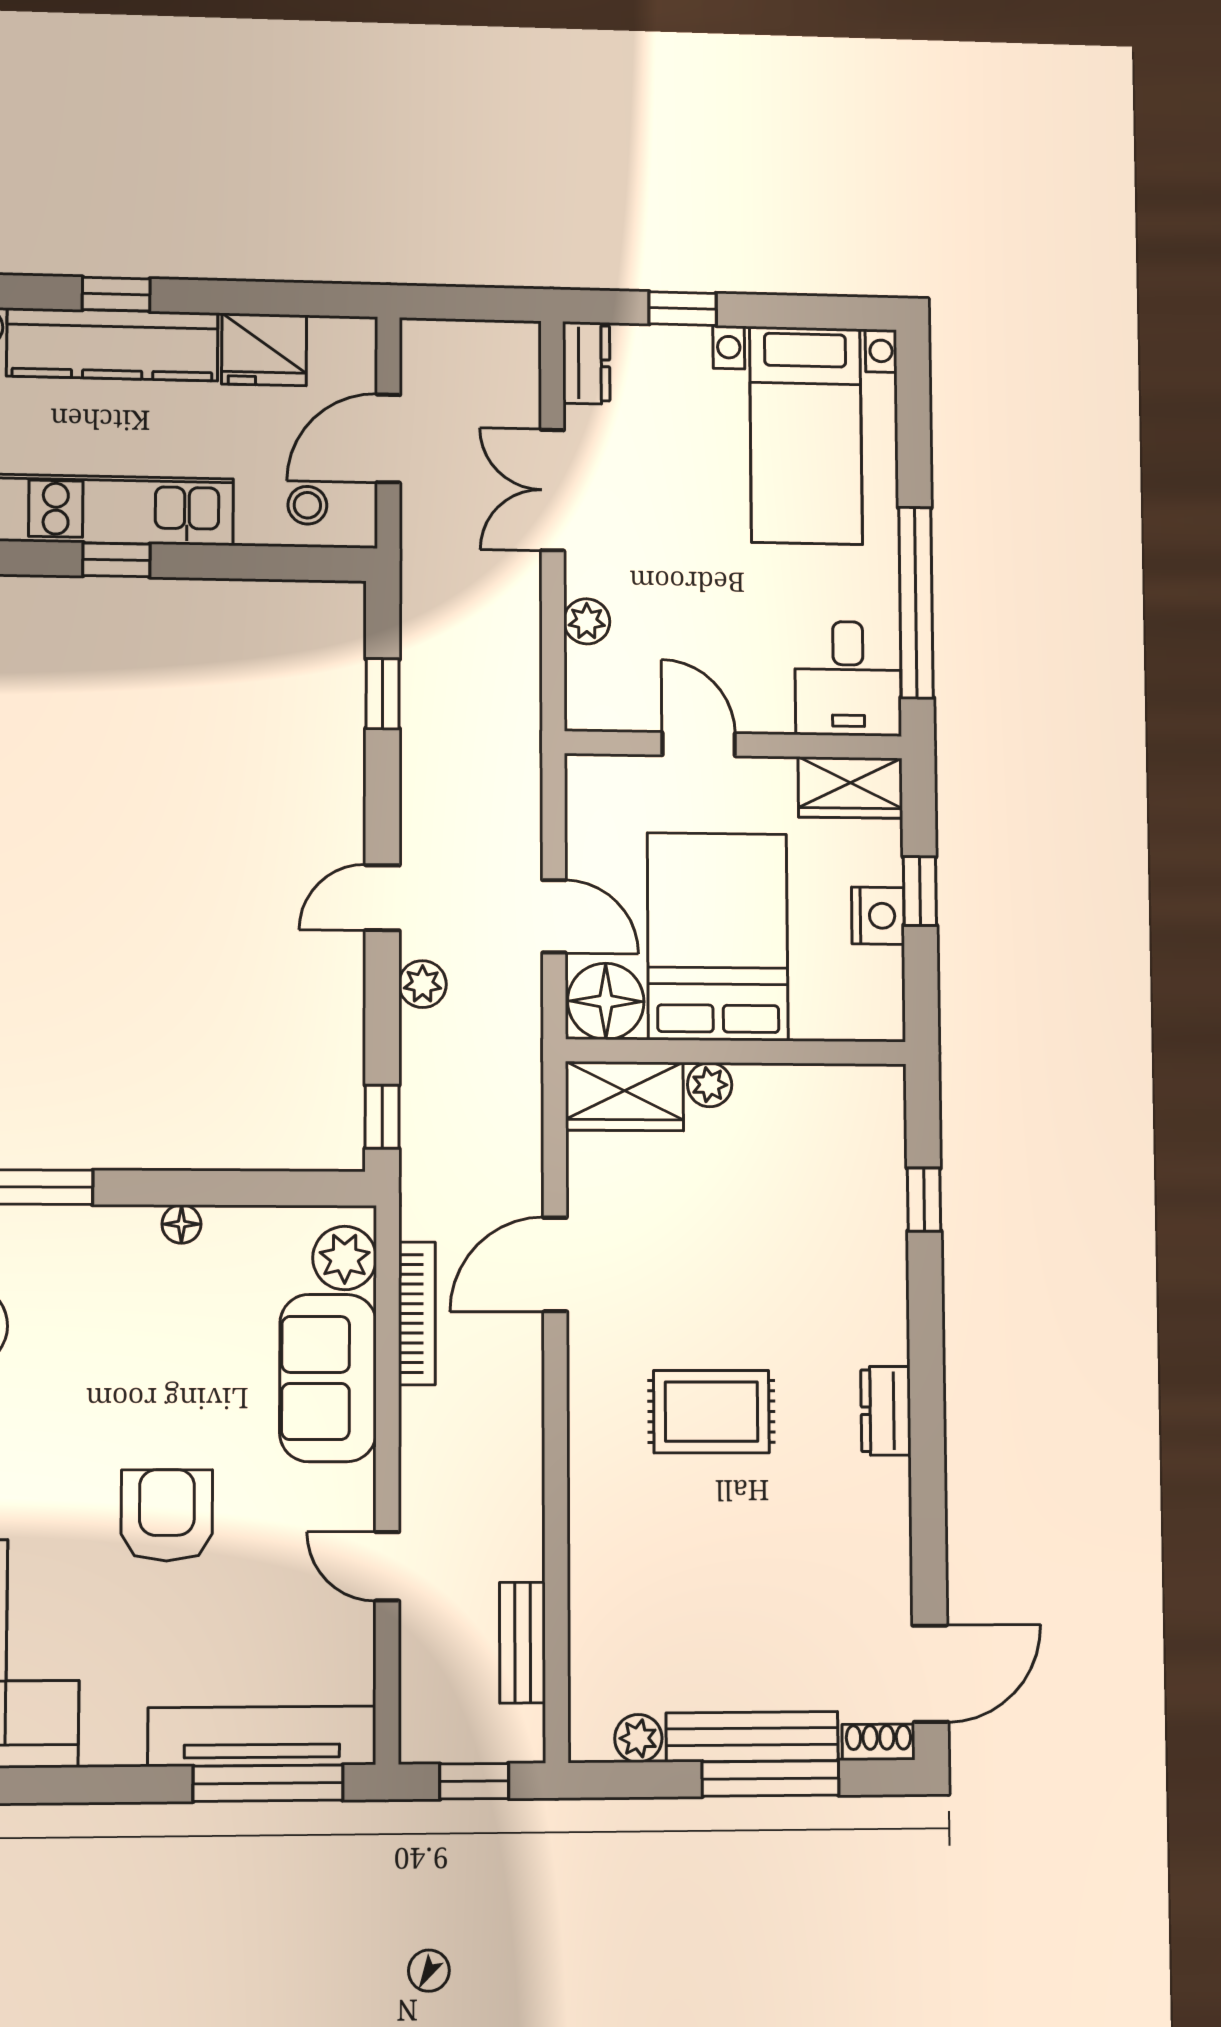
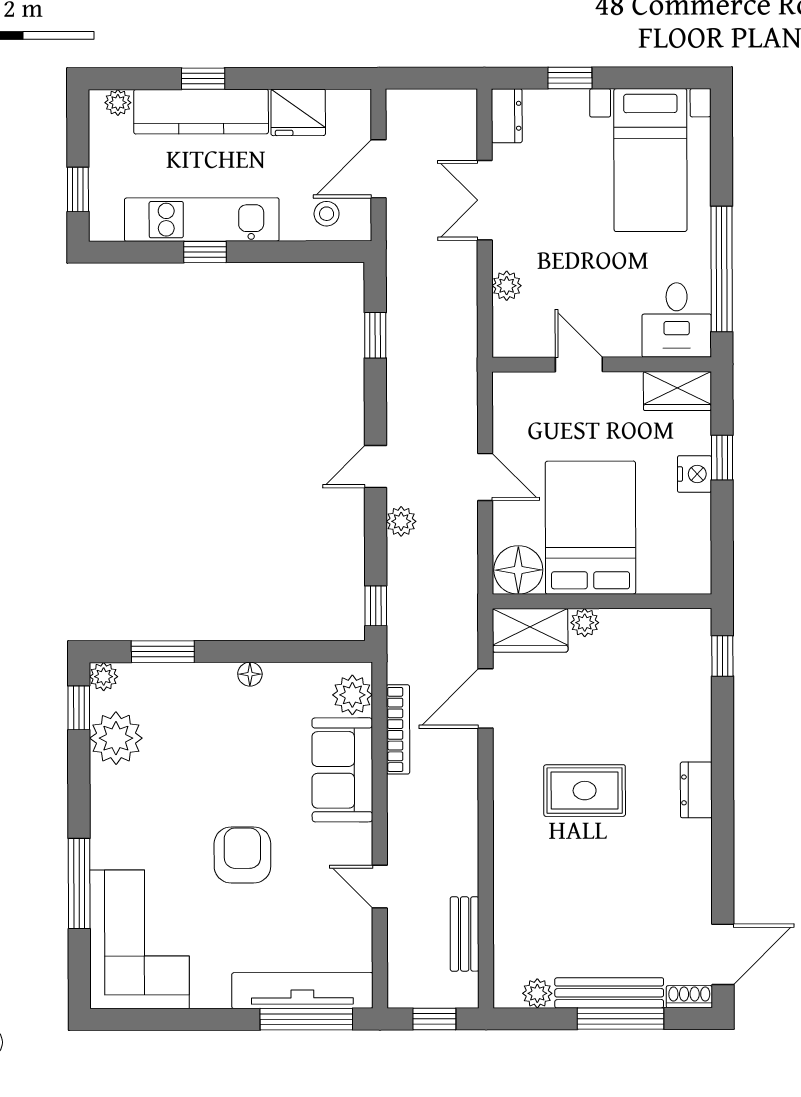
bed: (718, 937) -> (590, 528), moved
floor lamp: (606, 1001) -> (518, 570), moved
wall: (736, 1052) -> (602, 601), moved
plant: (710, 1085) -> (585, 623), moved
wardrobe: (625, 1096) -> (530, 630), moved

